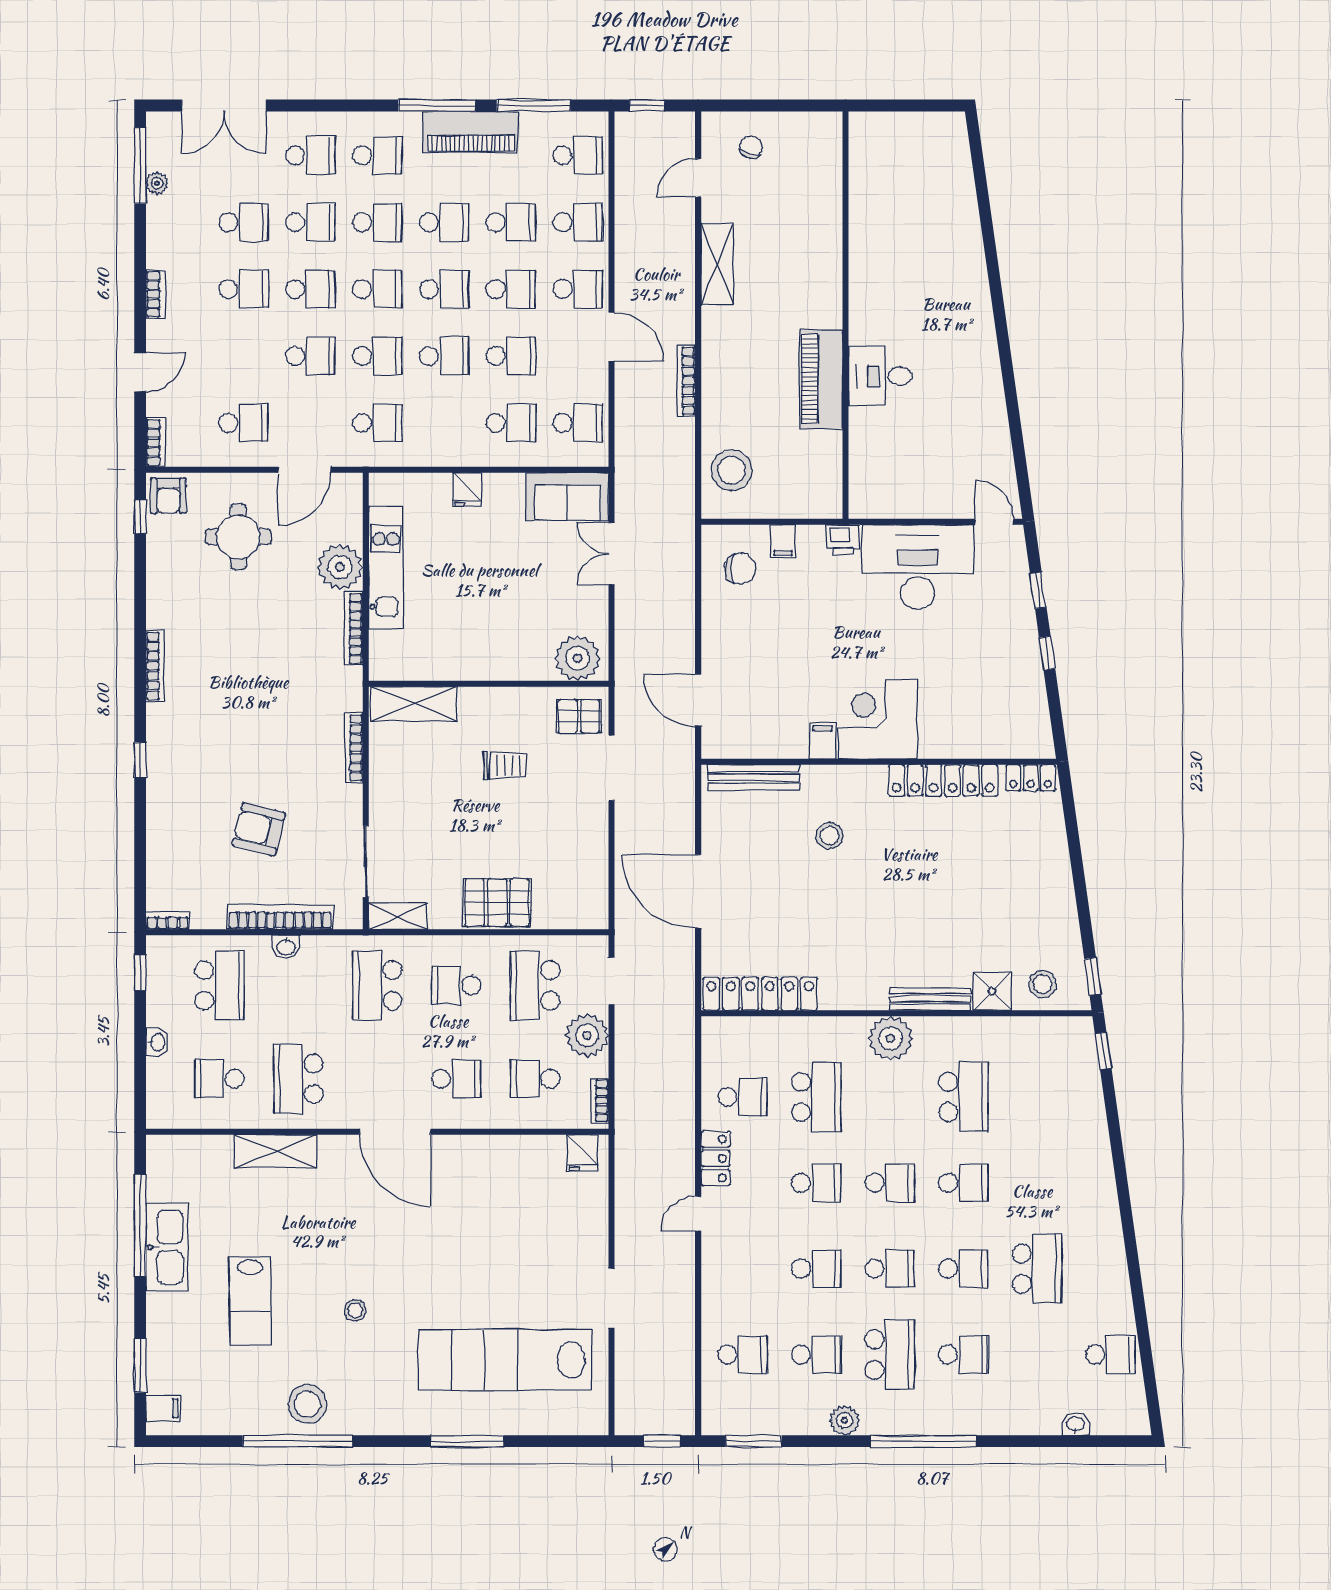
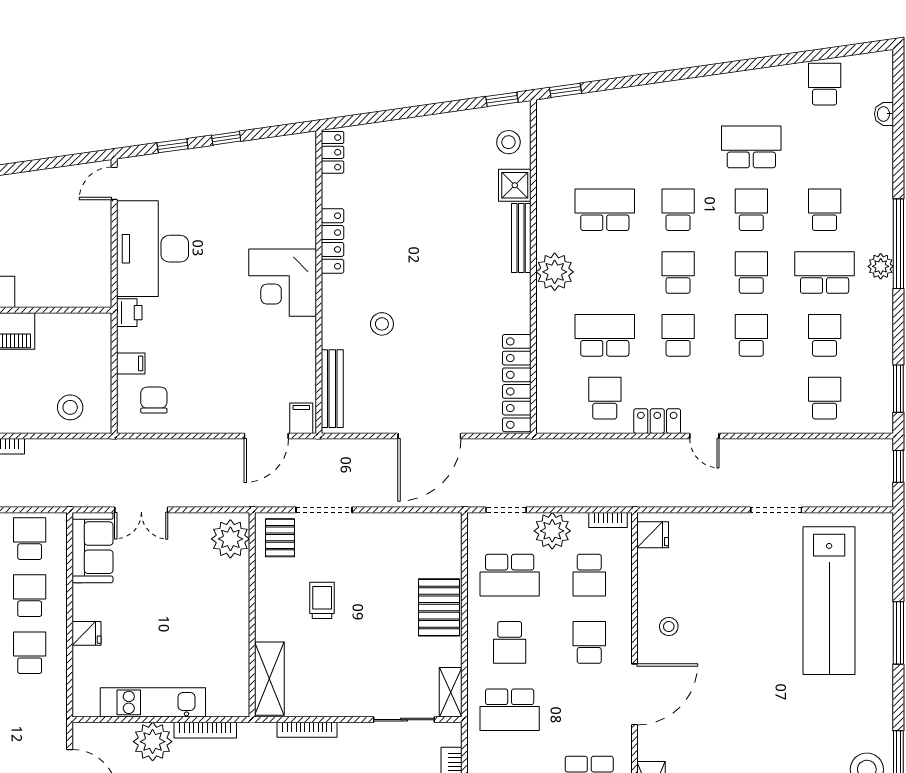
school desk: (377, 423) -> (30, 653), moved
stool: (732, 470) -> (70, 407), width x0.73, depth x0.73
filing cabinet: (823, 741) -> (301, 418), moved, turned 90
locker: (943, 780) -> (332, 241), width x0.71, depth x0.83
stool: (355, 1310) -> (669, 626), moved
plant: (844, 1420) -> (881, 266), moved

